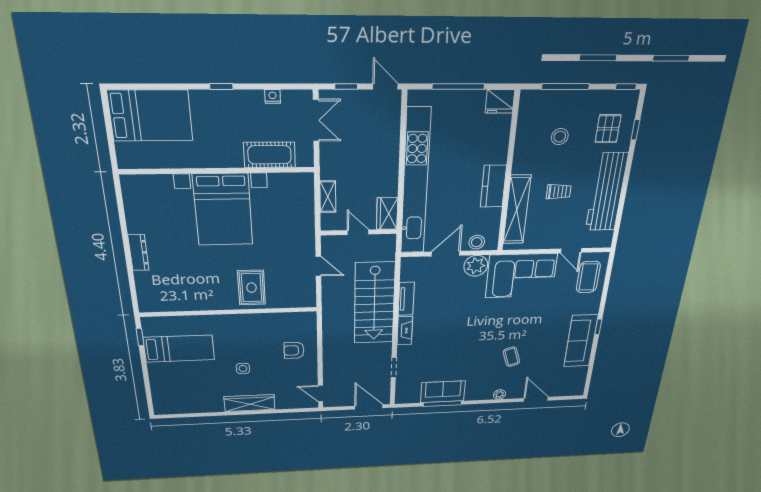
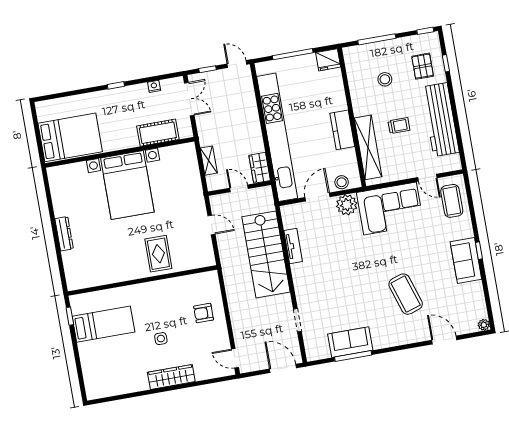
bed: (150, 116) -> (70, 137), moved
fireplace: (405, 331) -> (299, 279), removed
sofa: (581, 341) -> (466, 260), width x0.73
coffee table: (511, 357) -> (406, 294), width x1.86, depth x1.72
plant: (500, 394) -> (484, 325), moved

